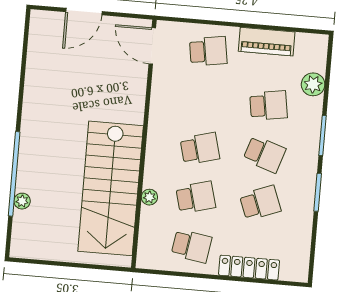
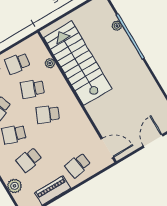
school desk: (200, 149) -> (48, 114), turned 39
plant: (149, 197) -> (50, 63), moved
school desk: (196, 197) -> (33, 89), turned 36

